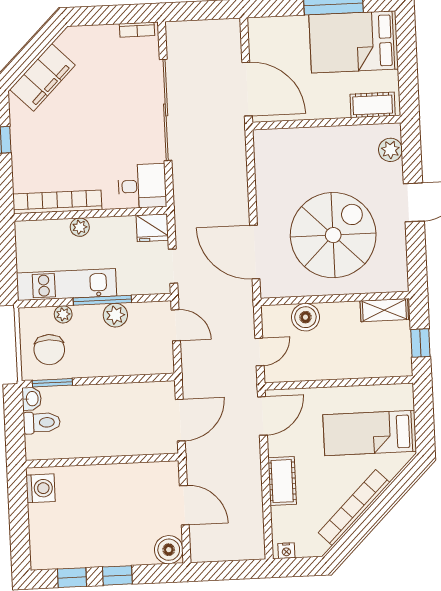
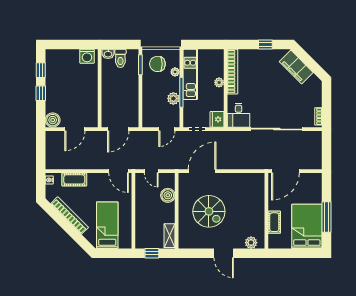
cot: (373, 105) -> (274, 222), moved
spiral stairs: (333, 235) -> (209, 211), width x0.73, depth x0.73
washbasin: (32, 399) -> (108, 54), moved
door: (180, 420) -> (118, 129), hinge flipped
cot: (282, 481) -> (74, 179), moved

